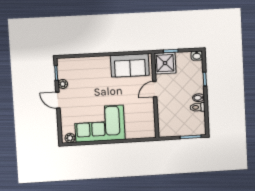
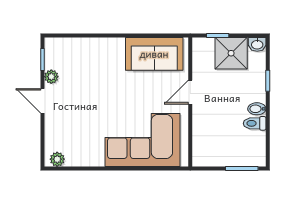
shower: (165, 63) -> (231, 53), moved
corner sofa: (100, 124) -> (142, 140), moved

